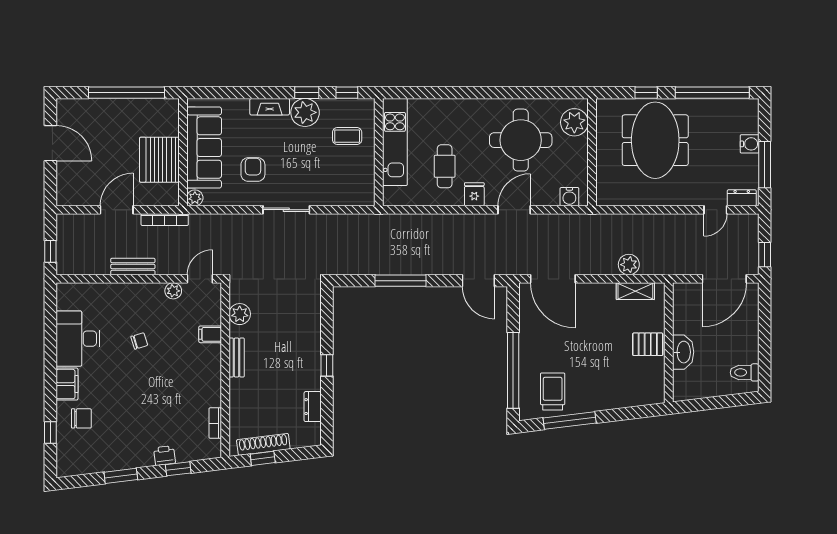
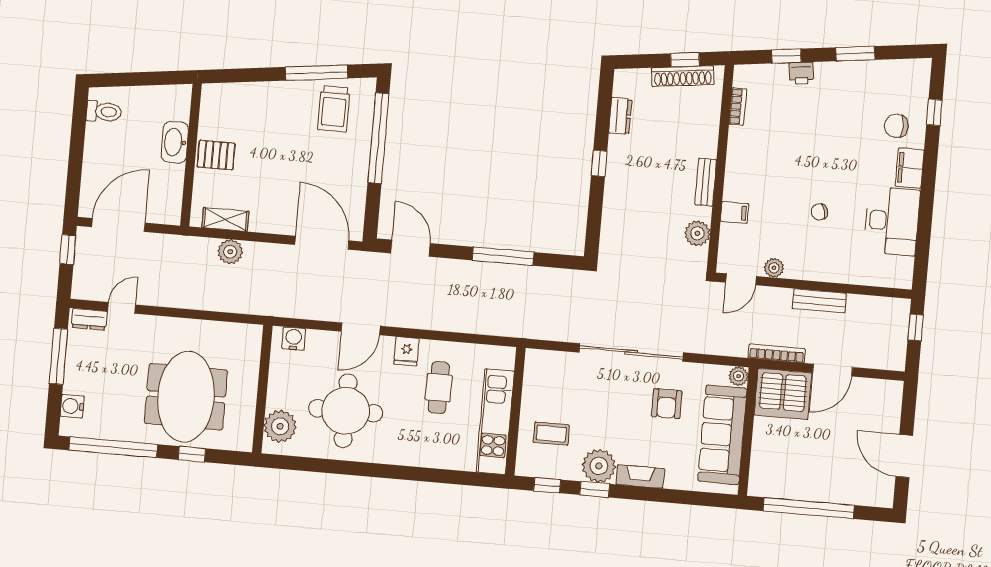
water cooler: (750, 144) -> (72, 406), moved
server rack: (159, 160) -> (783, 394), moved, turned 90
sliding door: (286, 210) -> (631, 352), width x1.86

